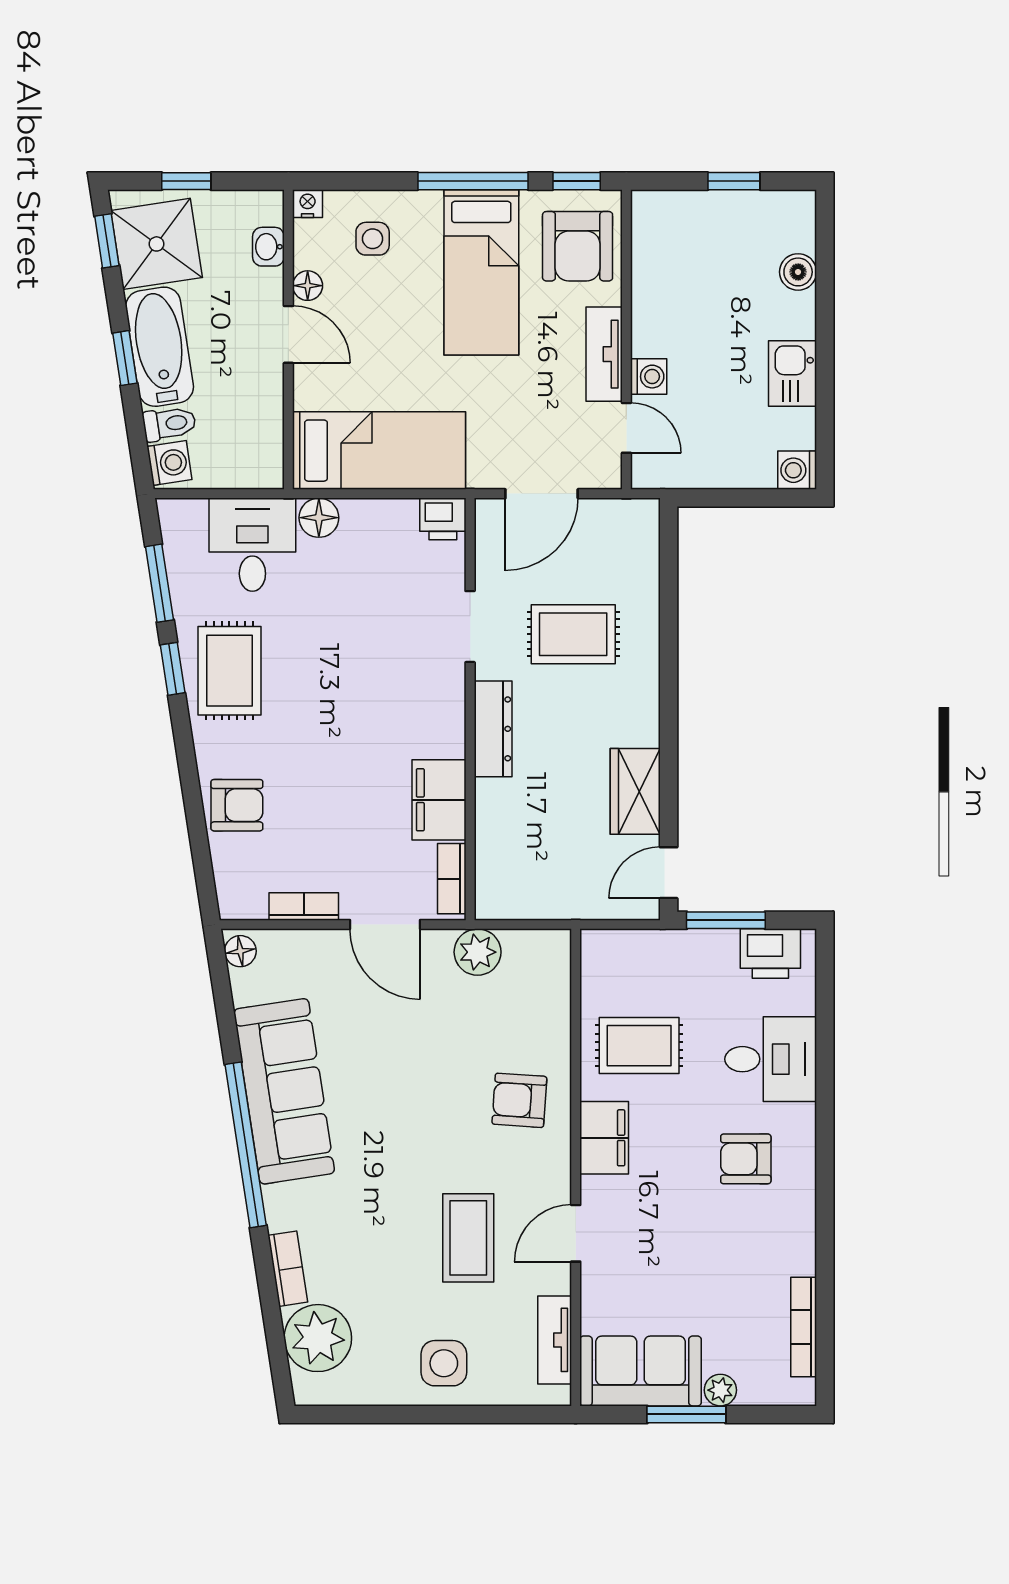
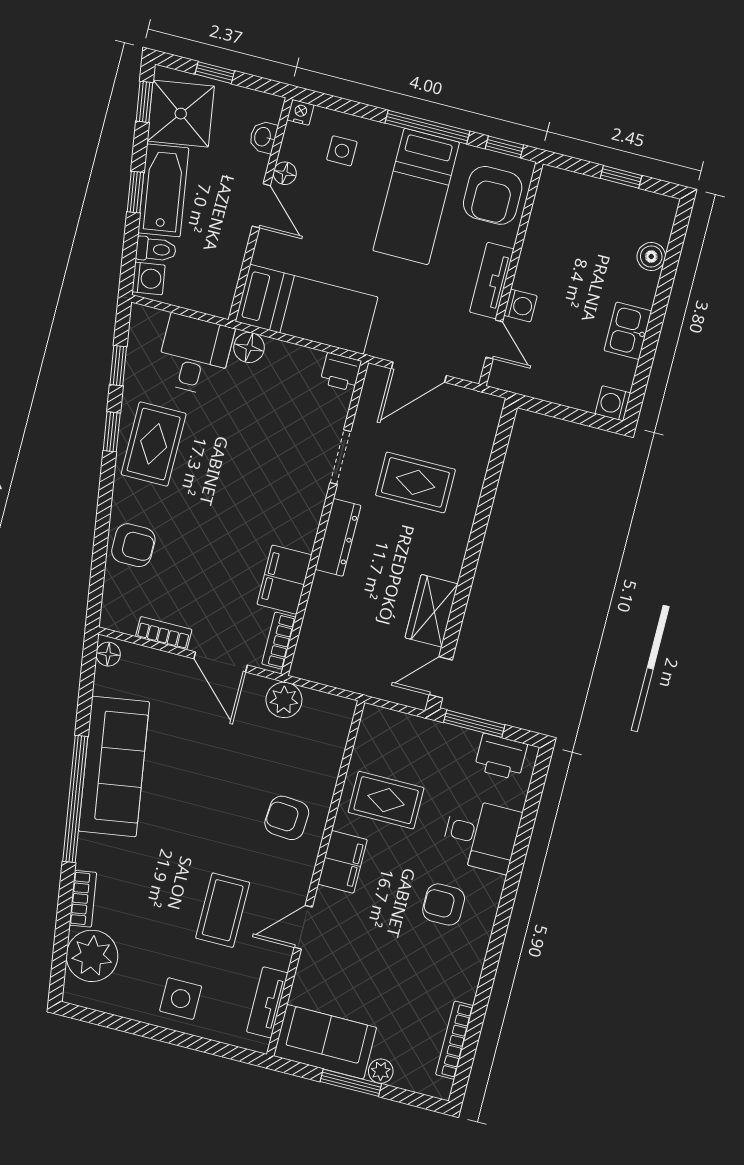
window: (159, 583) -> (118, 366), width x0.67

